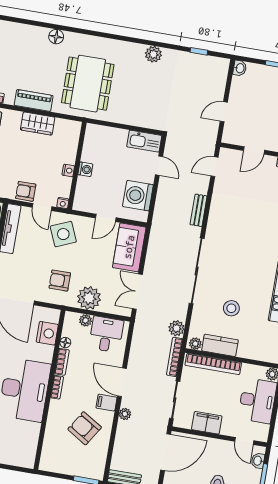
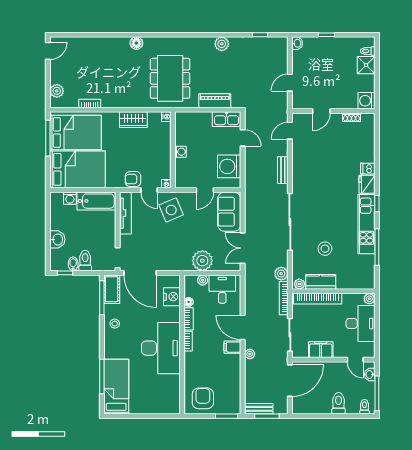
piano: (34, 100) -> (215, 101), moved
nightstand: (68, 170) -> (166, 117), moved
armchair: (60, 281) -> (175, 250), removed
armchair: (85, 428) -> (203, 398), moved, turned 58

